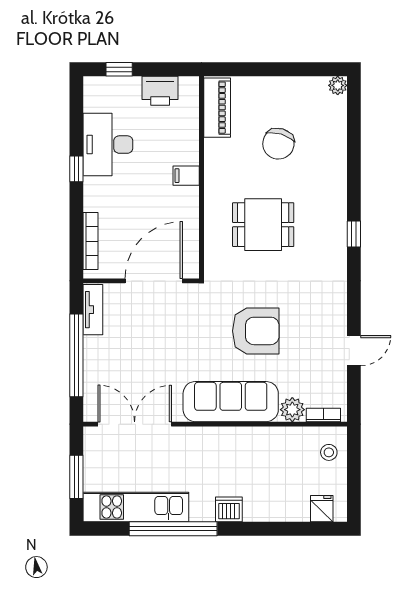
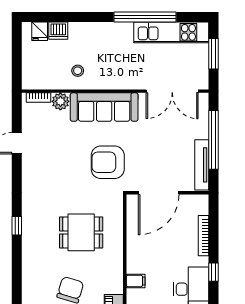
filing cabinet: (186, 176) -> (136, 281), moved
bookcase: (91, 241) -> (203, 236), moved
tv unit: (93, 310) -> (202, 165), width x1.41
armchair: (256, 331) -> (108, 162), moved
stool: (329, 452) -> (78, 71), moved
dishwasher: (229, 509) -> (58, 31), moved

